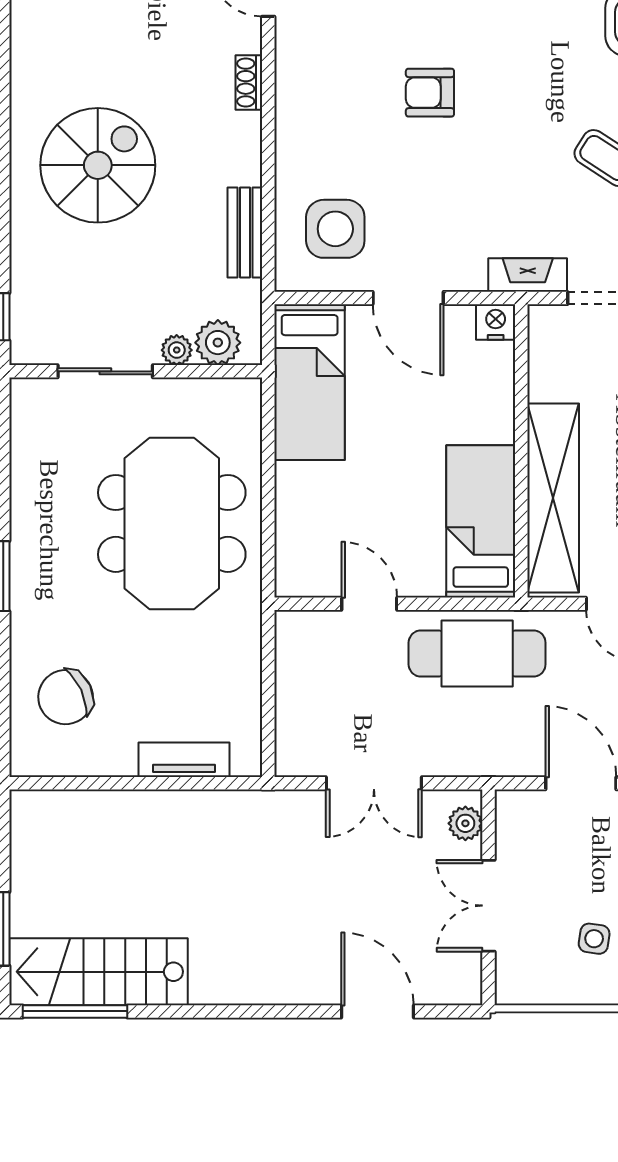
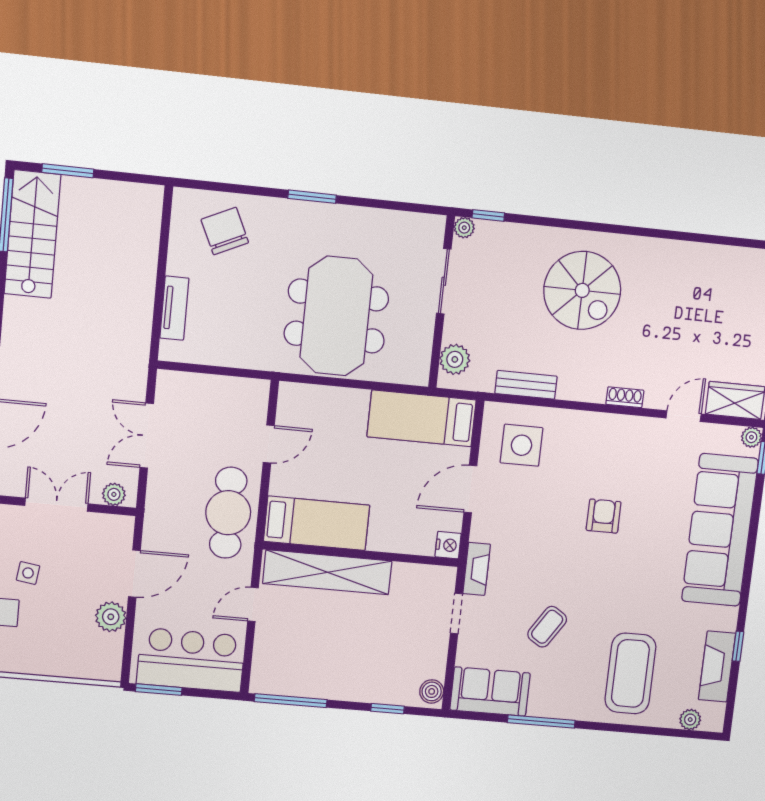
plant: (177, 350) -> (464, 228), moved
meeting table: (172, 523) -> (336, 316), turned 90

